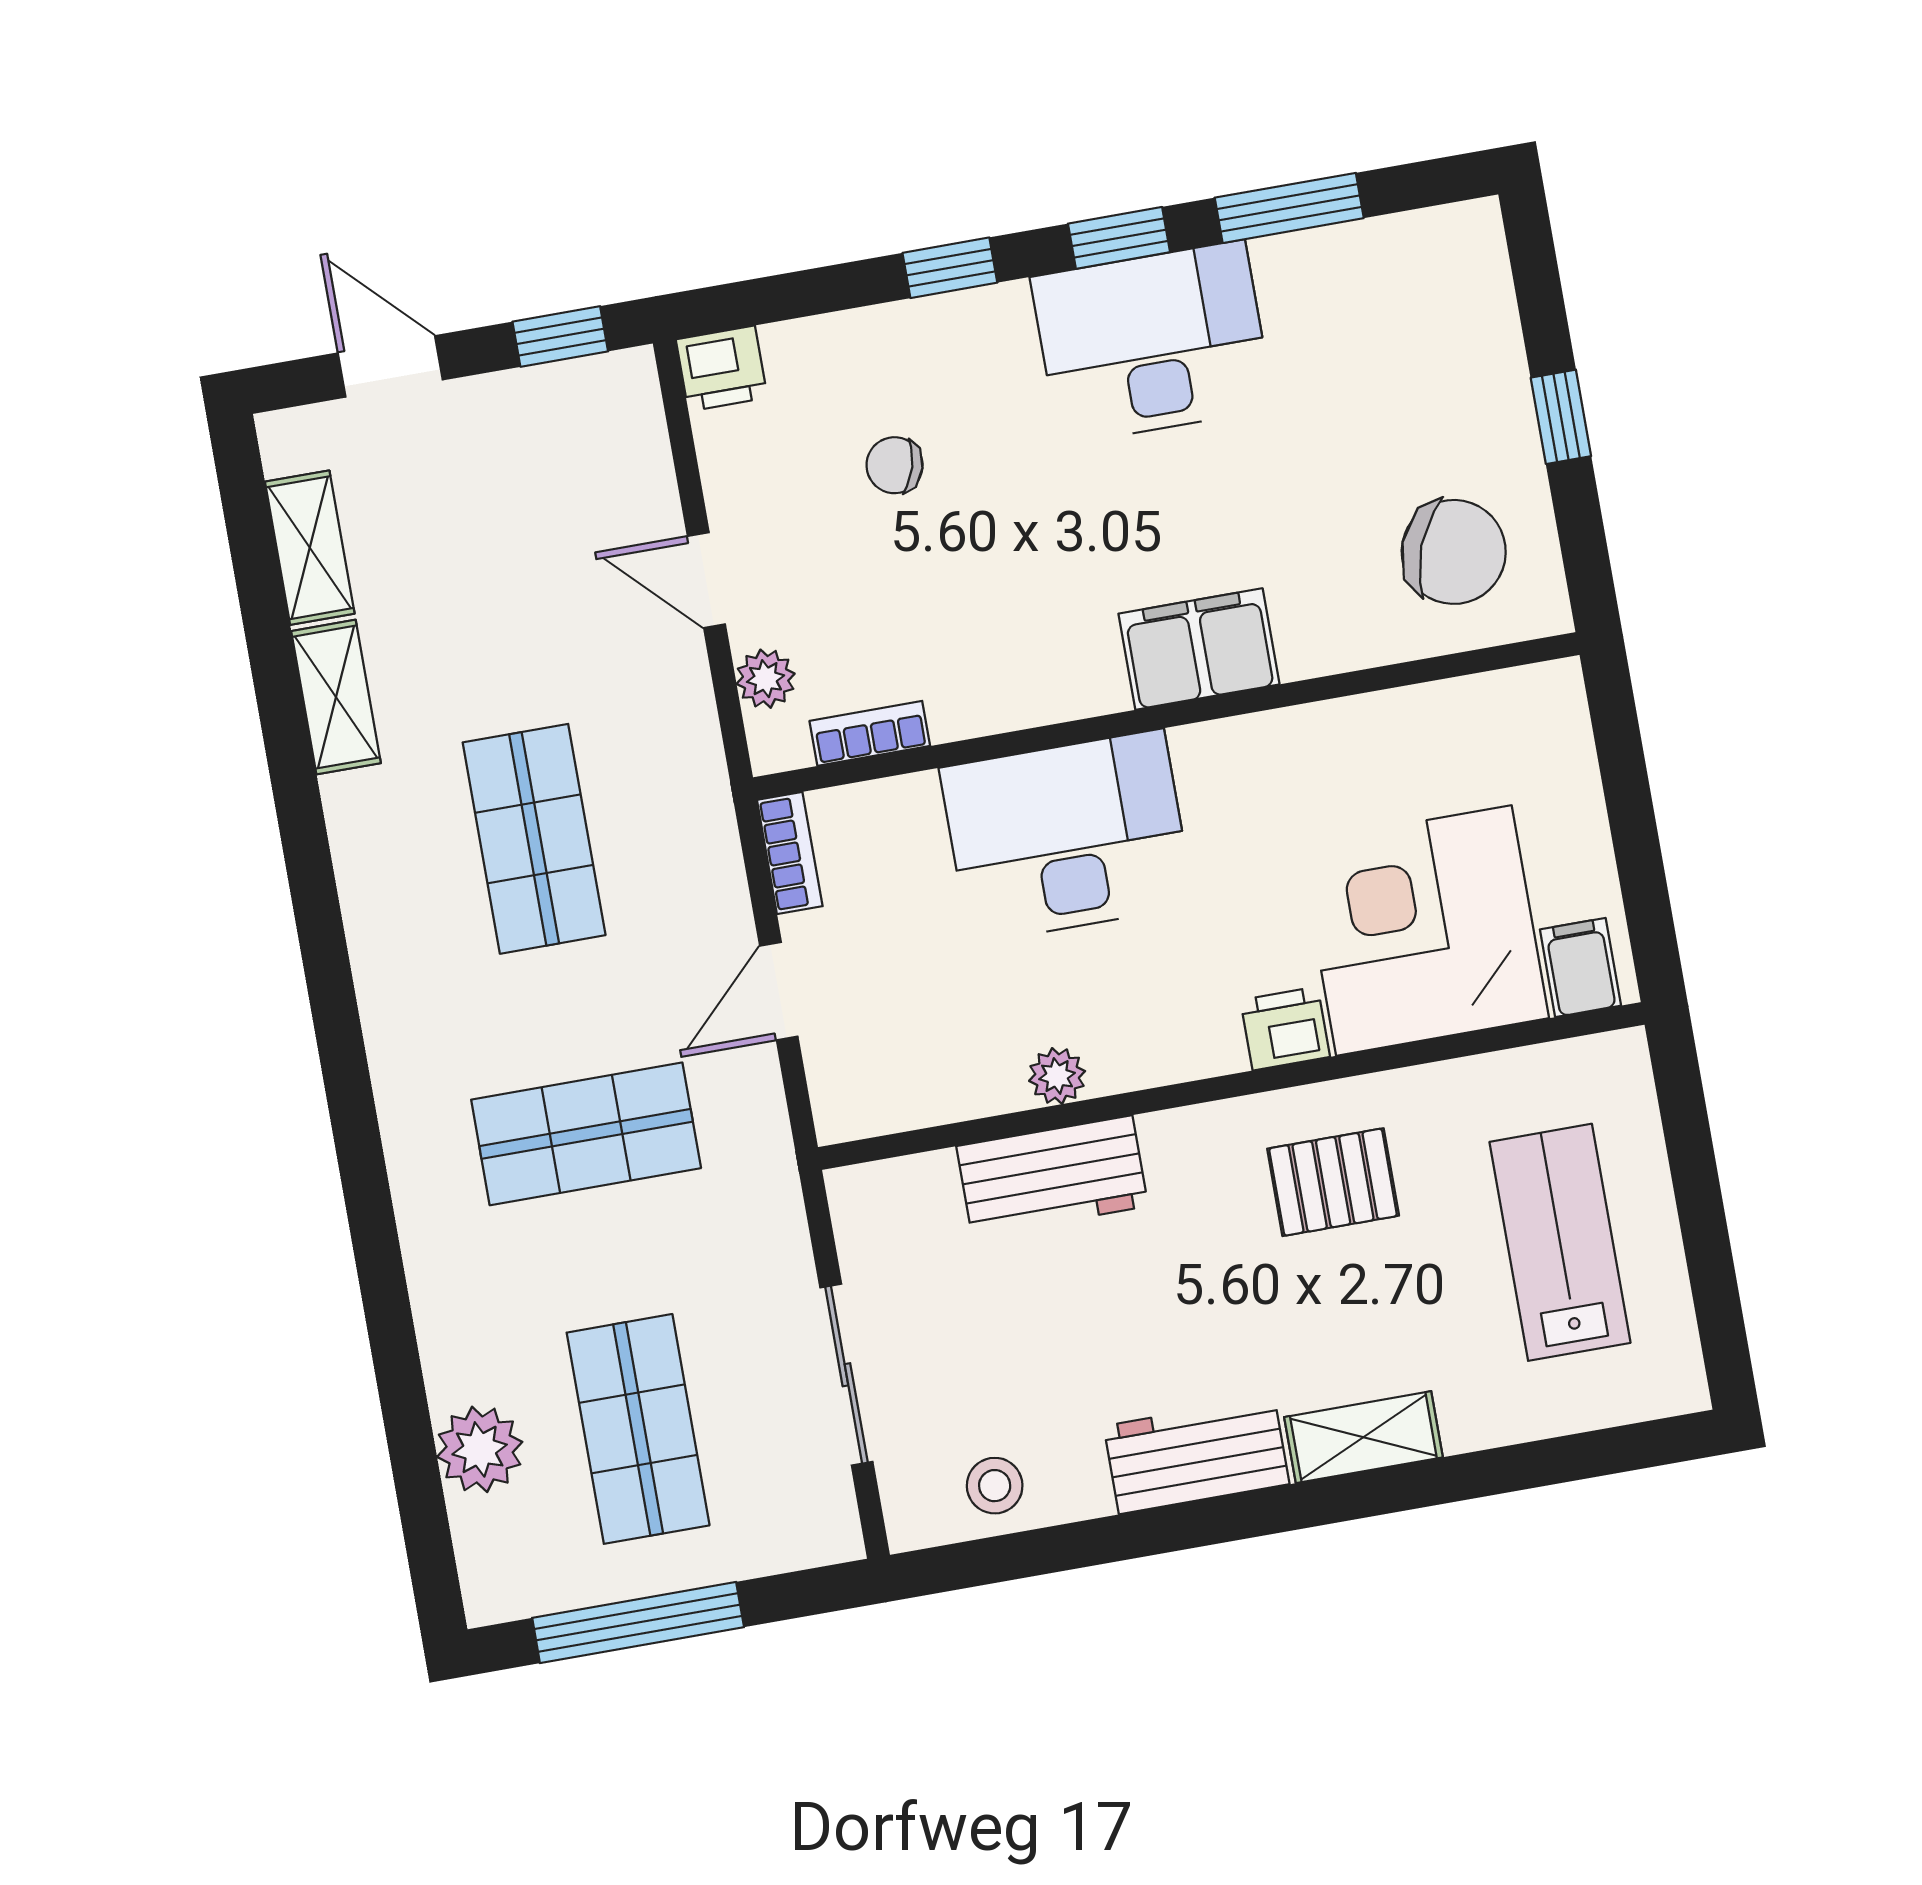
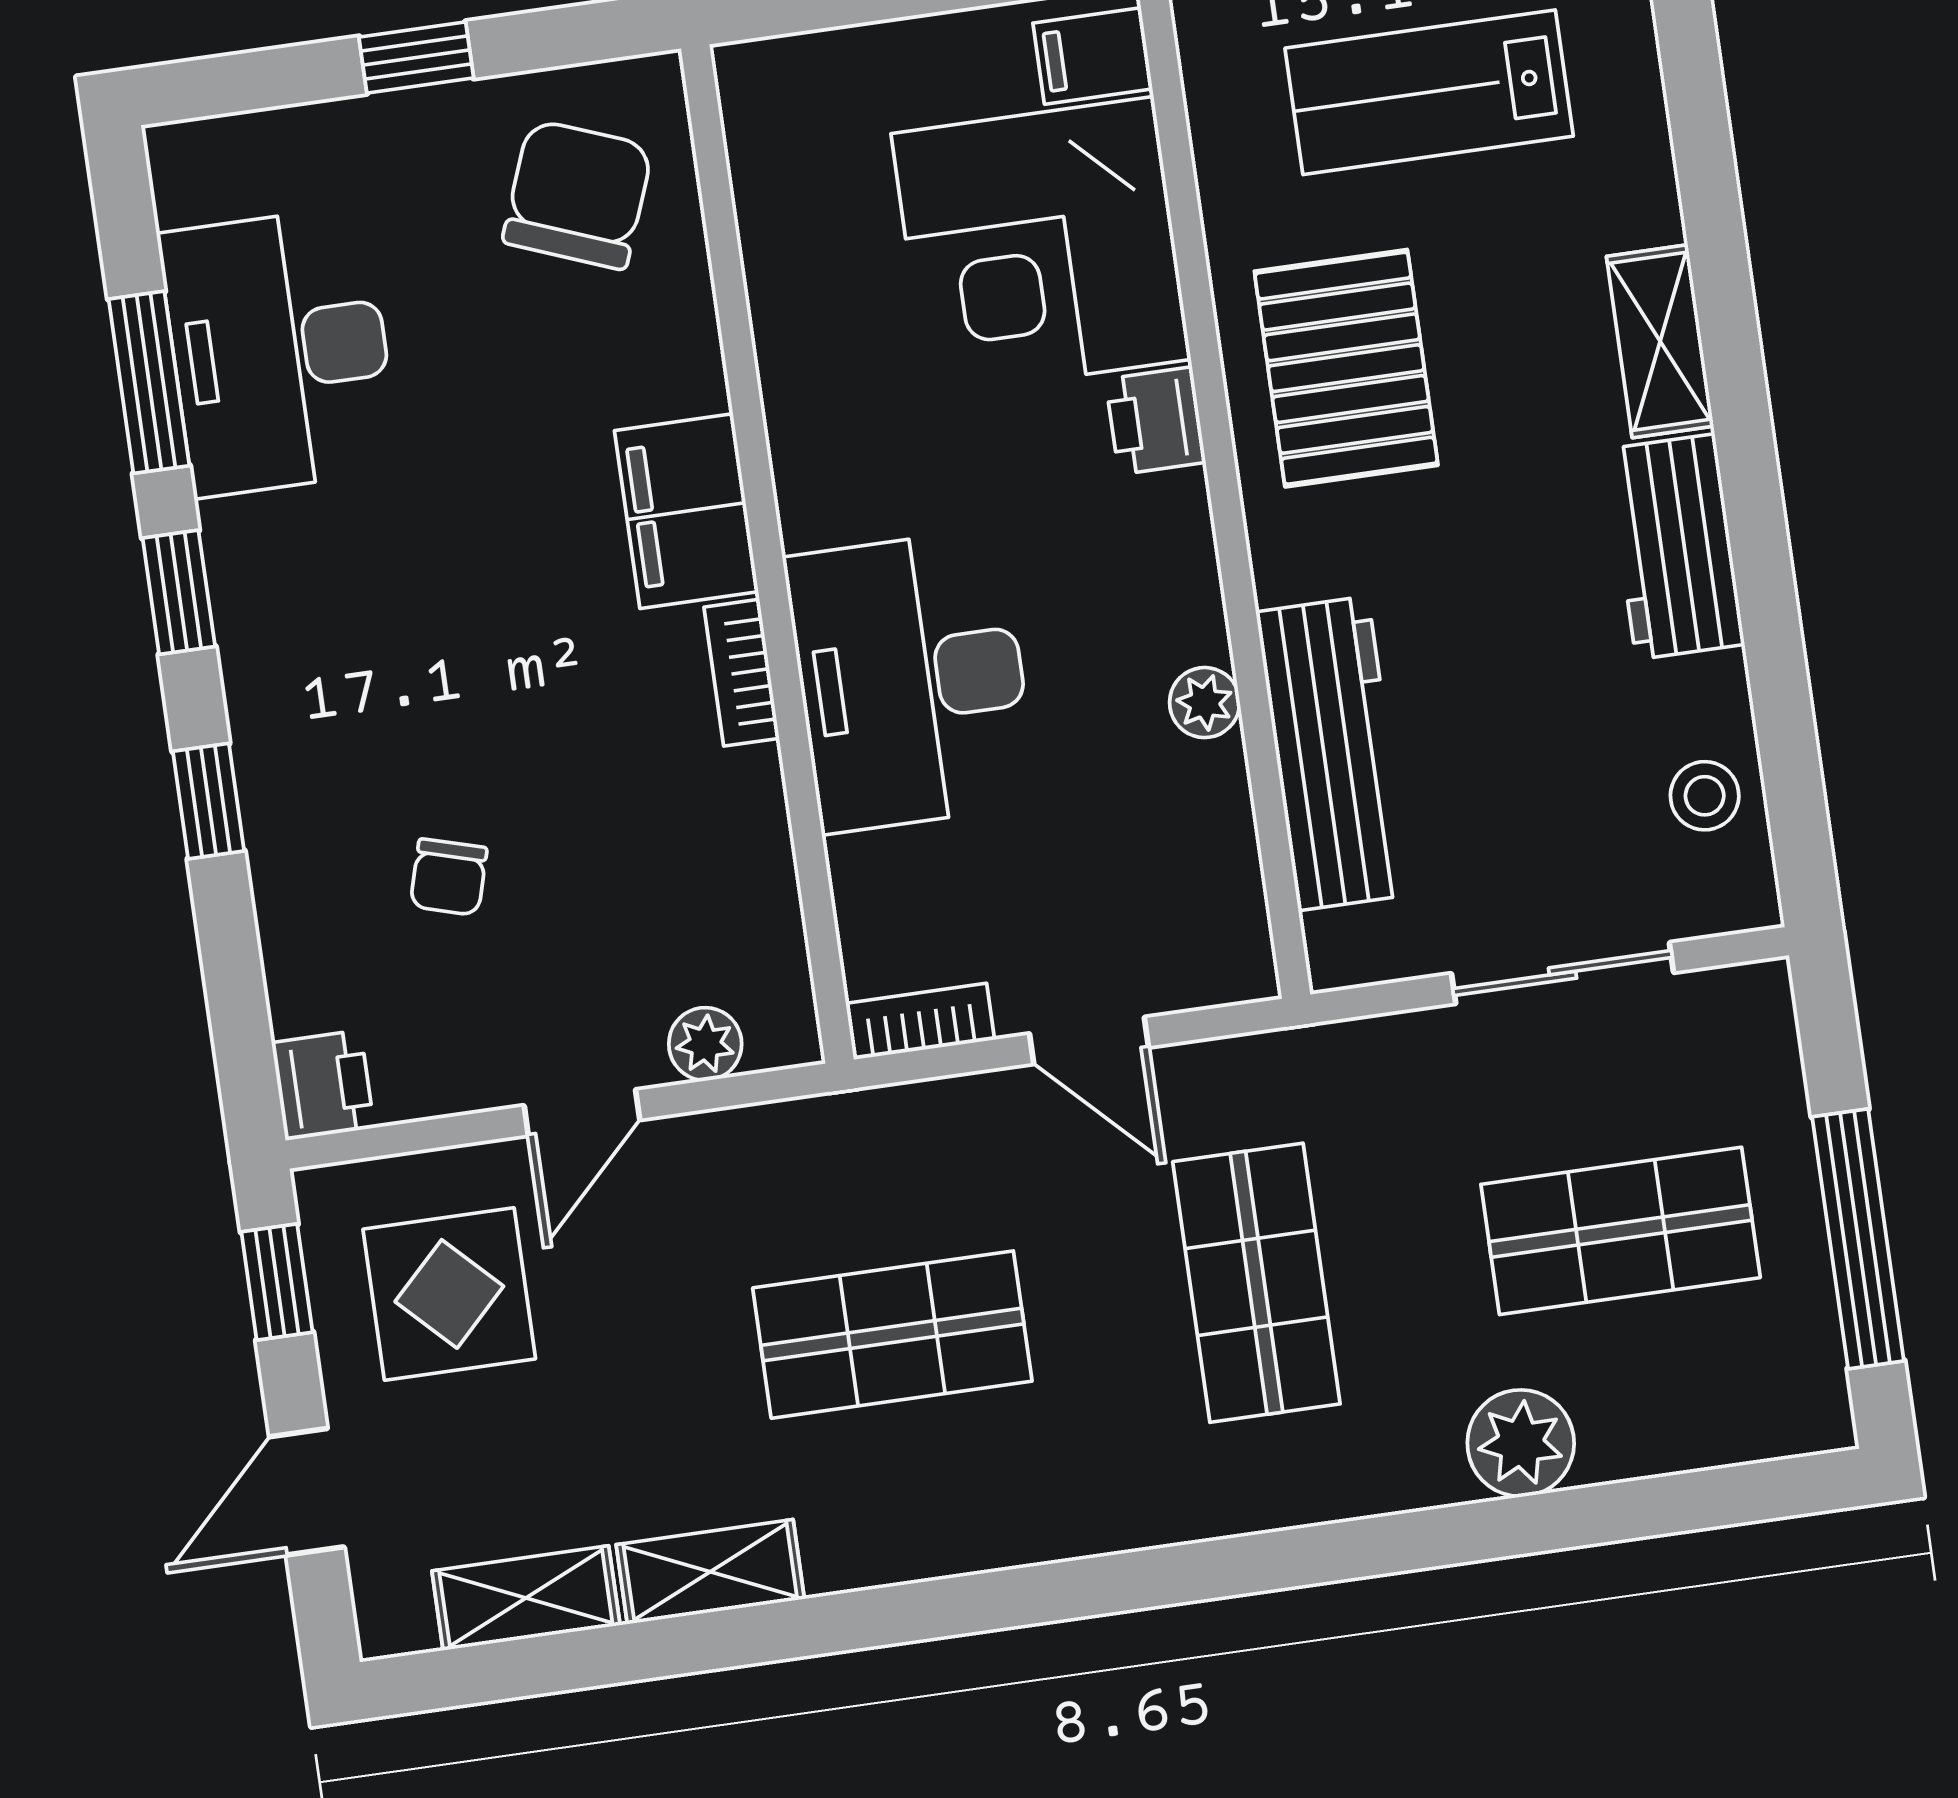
desk: (1152, 343) -> (280, 351), moved
display table: (555, 477) -> (449, 1294), added
bookcase: (870, 733) -> (742, 673), moved
workbench: (1052, 1176) -> (1333, 753), width x1.38
pallet: (1333, 1182) -> (1346, 368), width x1.50, depth x1.42
plant: (480, 1449) -> (1521, 1443), moved

